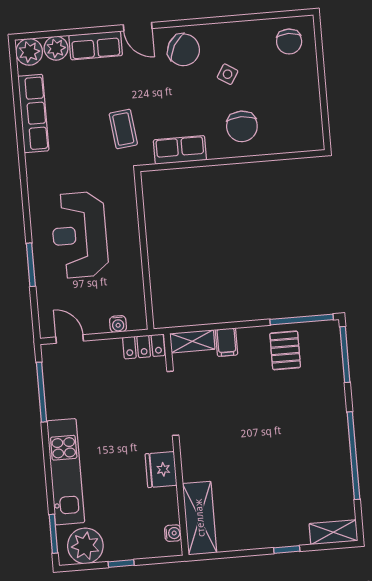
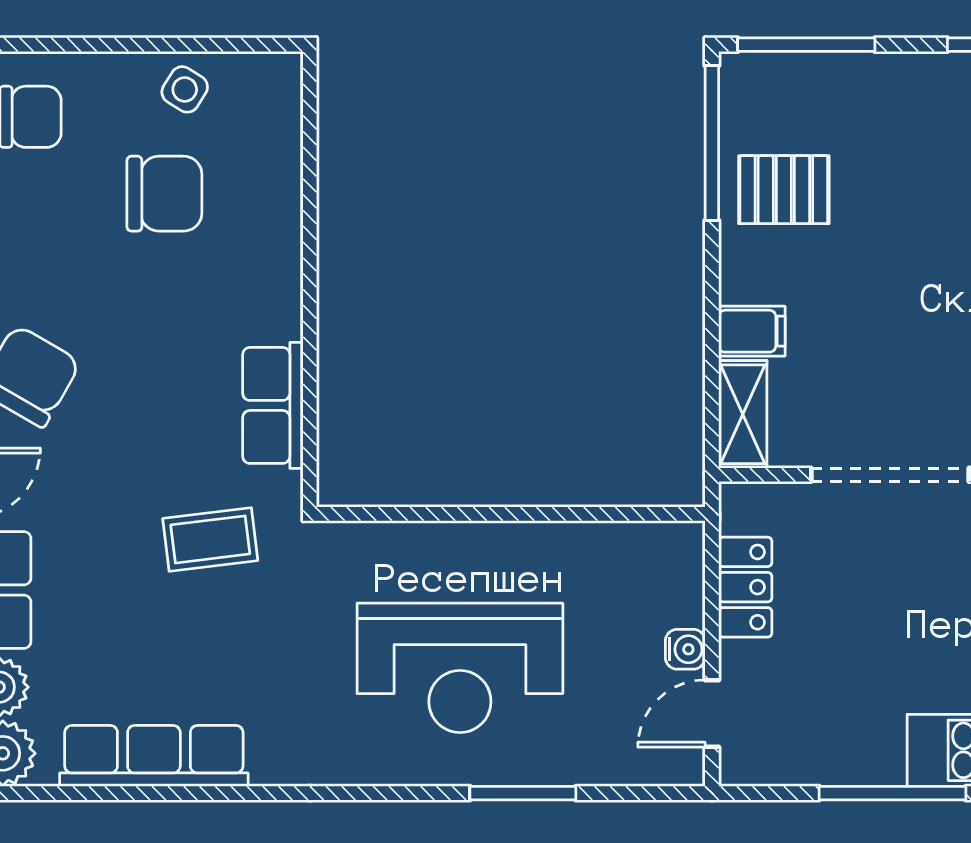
side table: (228, 74) -> (185, 89), moved
chair: (242, 126) -> (164, 194), moved
water cooler: (118, 324) -> (685, 649), moved
locker: (144, 346) -> (745, 587), moved
window: (41, 392) -> (892, 793), moved

